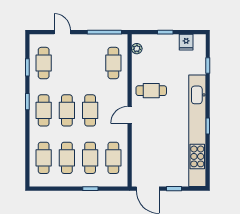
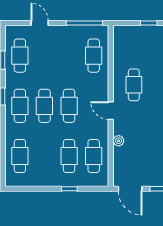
plant: (137, 49) -> (119, 141), moved
cafe table: (151, 91) -> (134, 85), turned 90
door: (130, 115) -> (111, 111), hinge flipped
cafe table: (67, 158) -> (44, 156), removed

